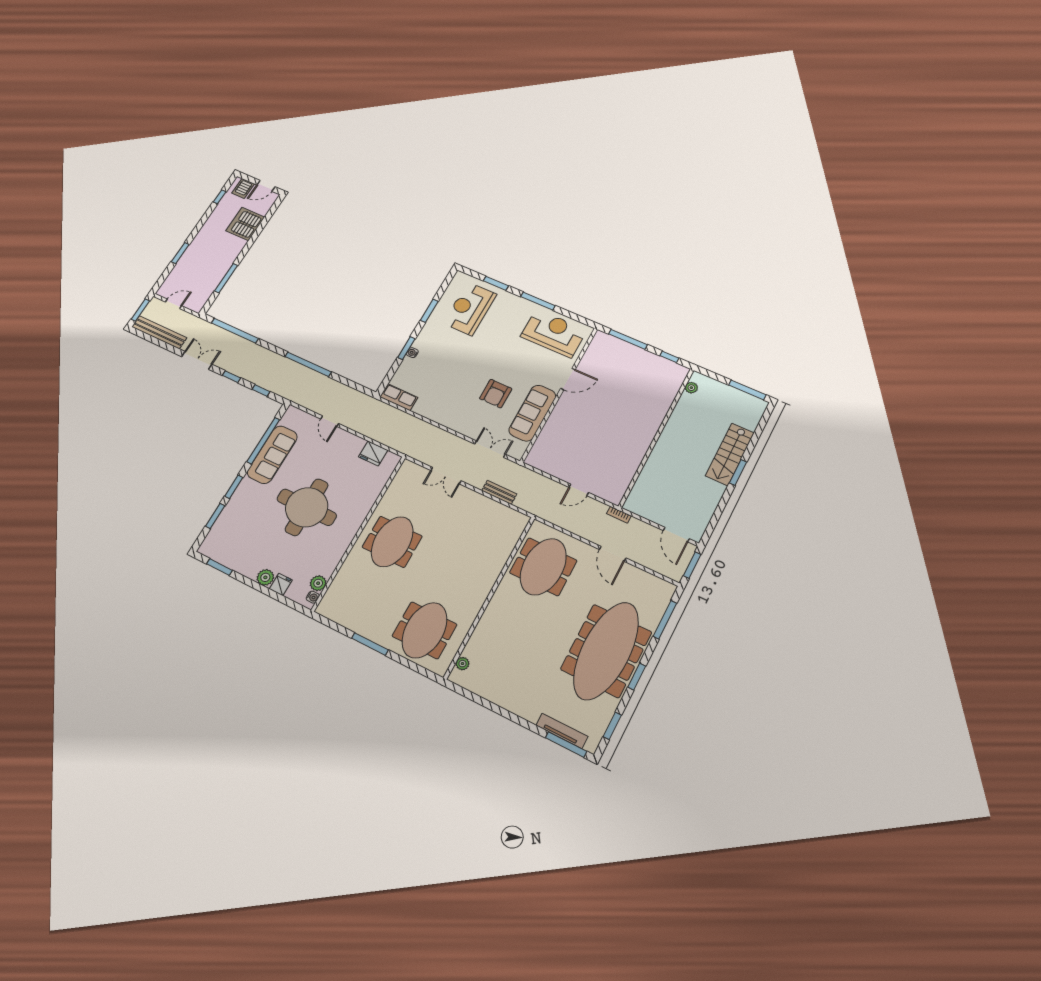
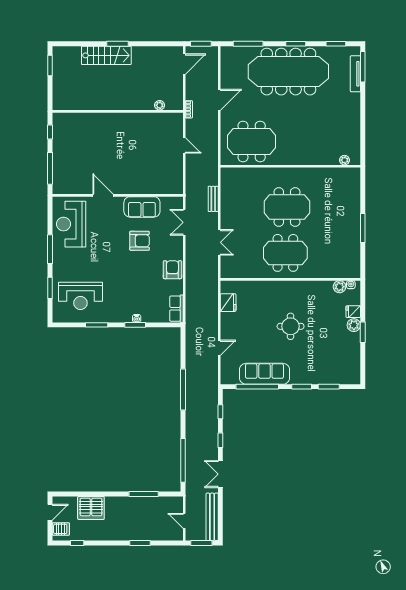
door: (266, 186) -> (50, 512), hinge flipped
plant: (691, 388) -> (160, 105), moved
window: (747, 390) -> (50, 66), width x0.69
armchair: (444, 413) -> (172, 270), added
sofa: (532, 413) -> (142, 207), width x0.73
round table: (307, 507) -> (291, 326), width x0.54, depth x0.54
window: (219, 567) -> (363, 332), moved
meeting table: (425, 630) -> (287, 207), moved

